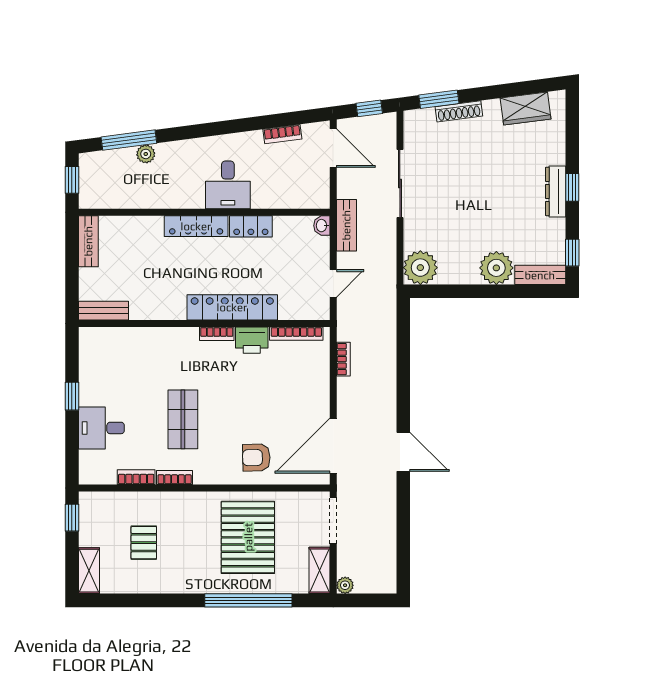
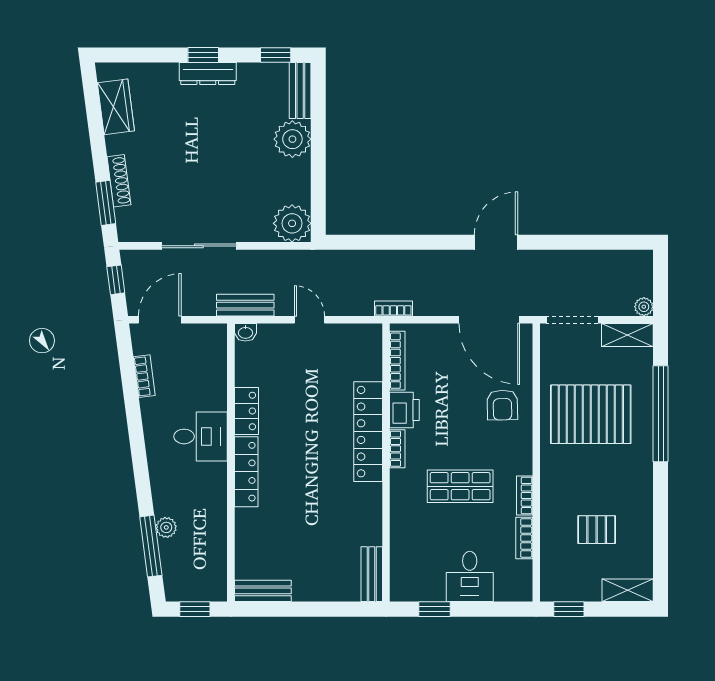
locker: (232, 307) -> (368, 432), moved
bench: (103, 311) -> (372, 574), moved
wall: (204, 323) -> (386, 463), moved
bookcase: (217, 334) -> (397, 449), moved
bookcase: (296, 334) -> (397, 361), moved
printer: (252, 340) -> (404, 410), moved

